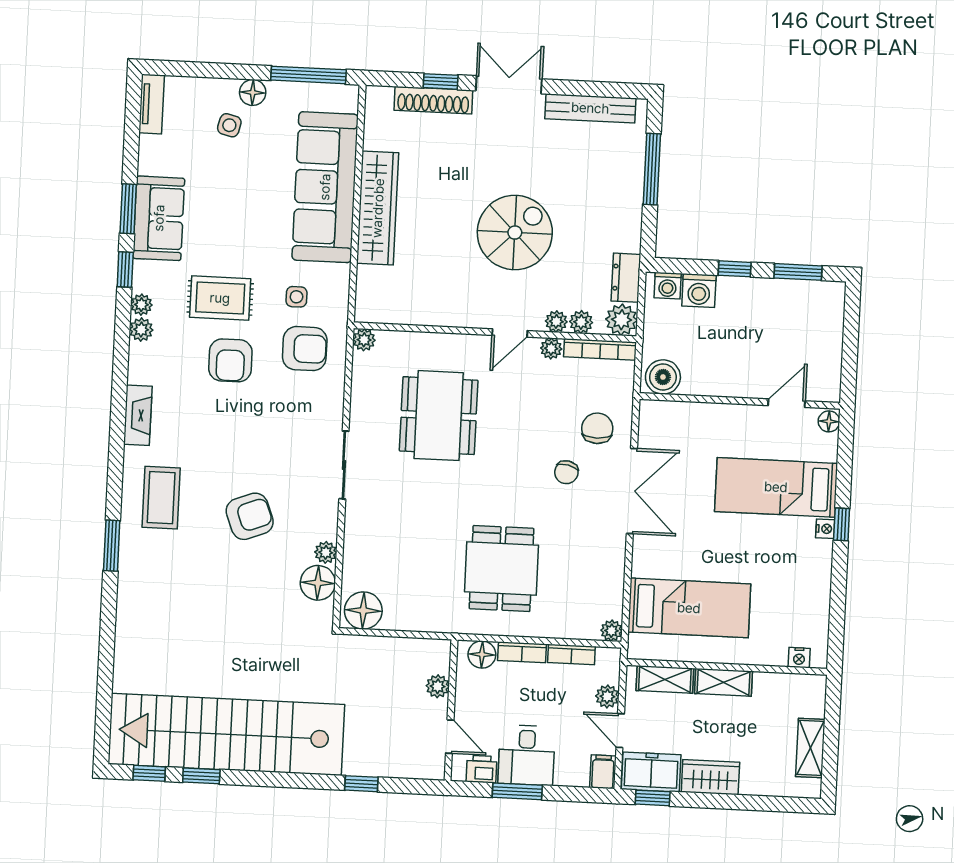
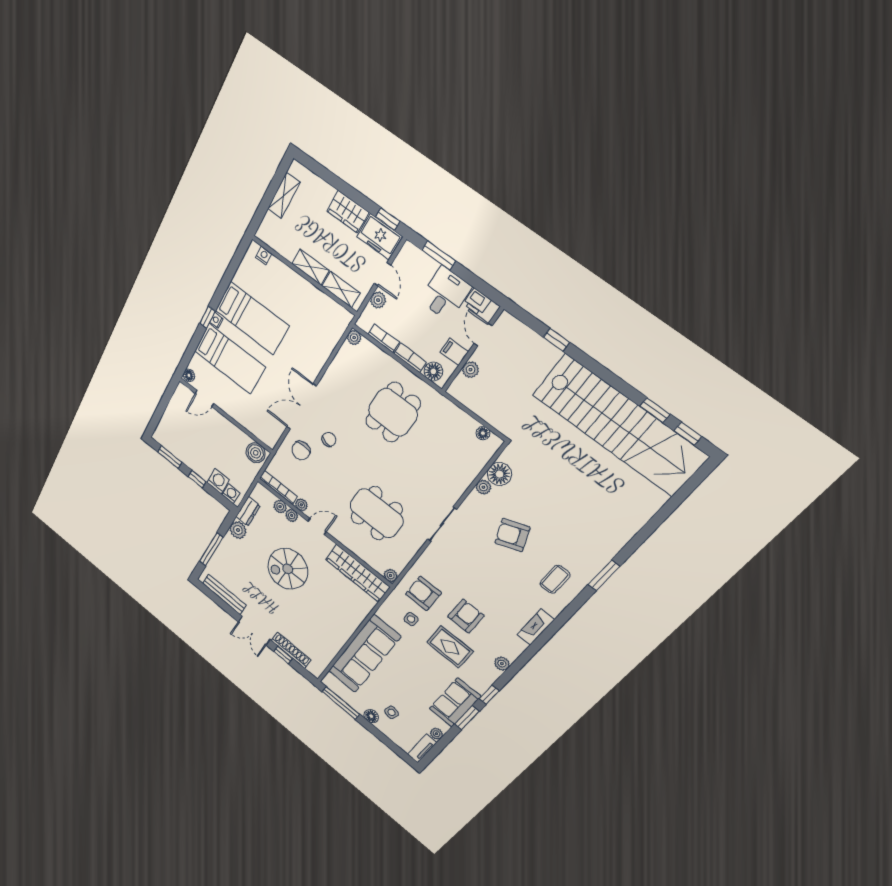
wardrobe: (378, 208) -> (358, 573), moved, turned -90
plant: (141, 305) -> (436, 734), moved
plant: (622, 320) -> (238, 530), moved
dining table: (439, 416) -> (376, 513), turned 90
coffee table: (161, 498) -> (555, 579), width x0.73, depth x0.77
bed: (689, 608) -> (252, 318), moved, turned 180
floor lamp: (363, 611) -> (483, 433), width x0.53, depth x0.53
filing cabinet: (603, 772) -> (454, 352), moved, turned 90
window: (517, 791) -> (439, 256), moved

